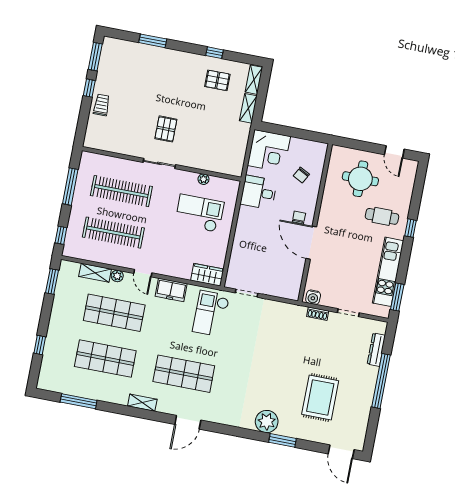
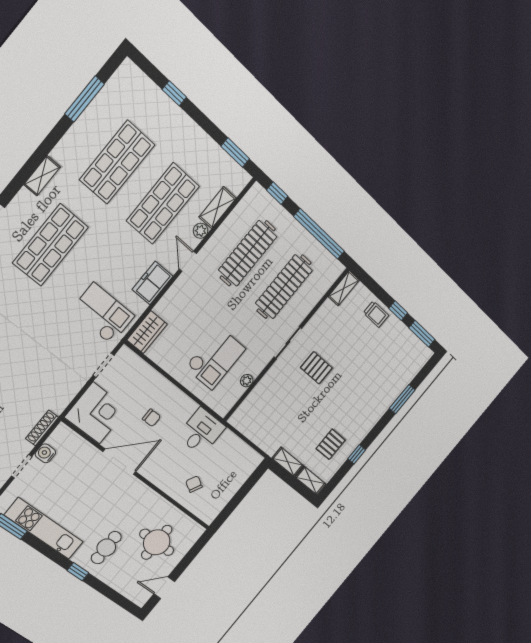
shelving: (97, 143) -> (344, 288), added
corner desk: (269, 151) -> (96, 413), moved, turned 180
window: (70, 187) -> (319, 234), width x1.46
chair: (299, 218) -> (151, 418), moved
door: (143, 273) -> (188, 261), hinge flipped
water cooler: (313, 297) -> (45, 453), moved
shoe rack: (318, 314) -> (42, 428), width x1.43

